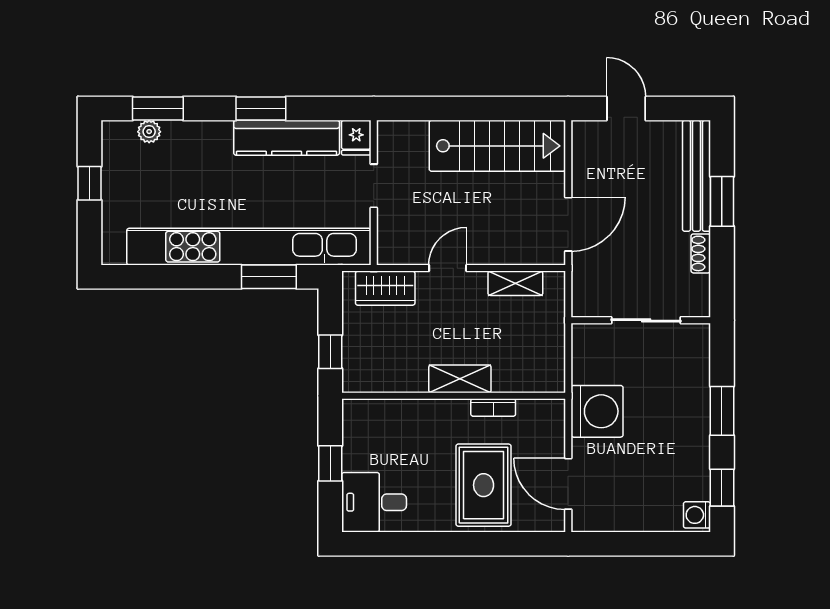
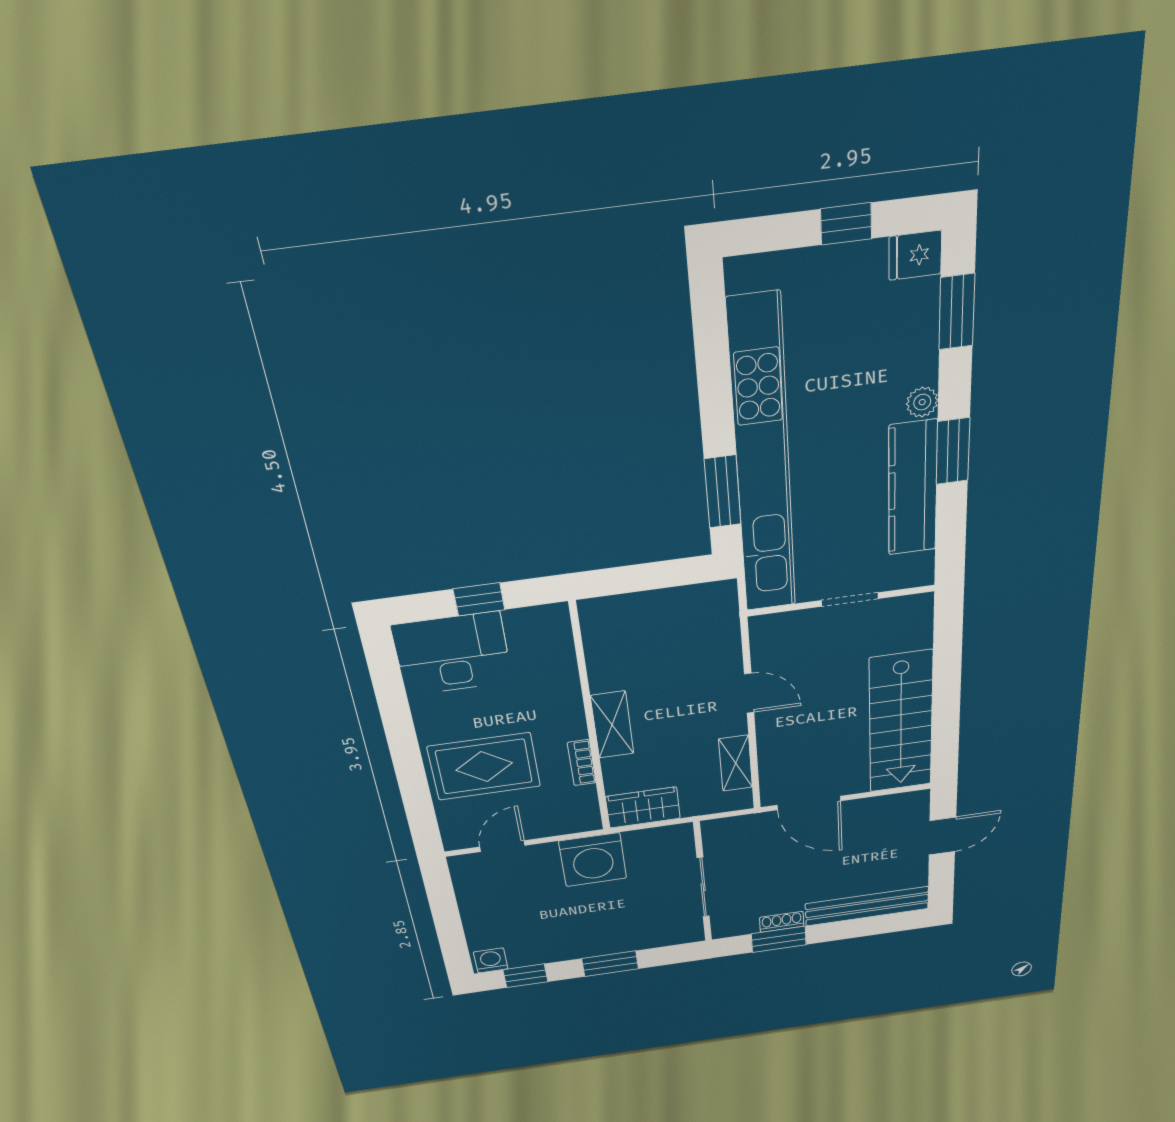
plant: (149, 132) -> (922, 402), moved
fridge: (356, 138) -> (915, 255), moved
window: (722, 201) -> (779, 939), moved
wardrobe: (385, 288) -> (643, 807), moved, turned 90
window: (330, 352) -> (629, 579), removed
door: (568, 484) -> (502, 846), width x0.73
desk: (374, 502) -> (452, 654), width x1.37

